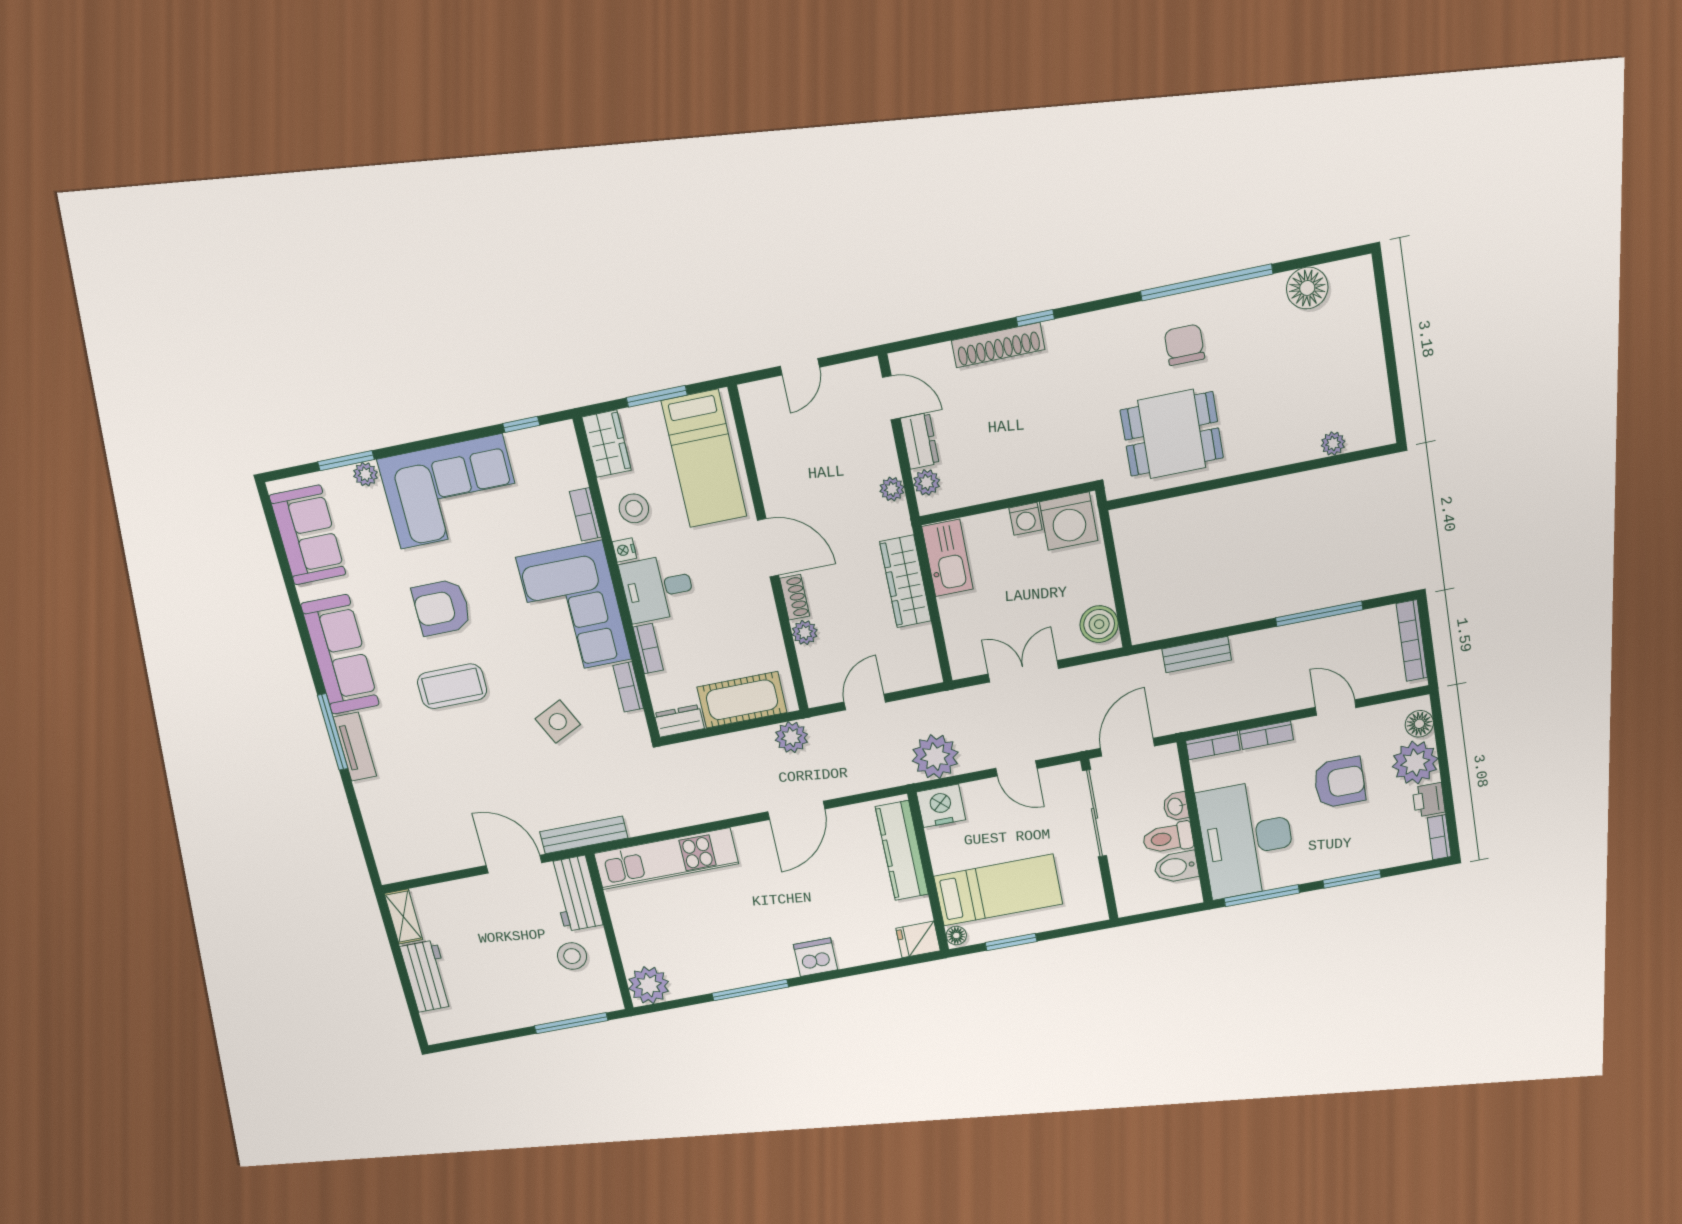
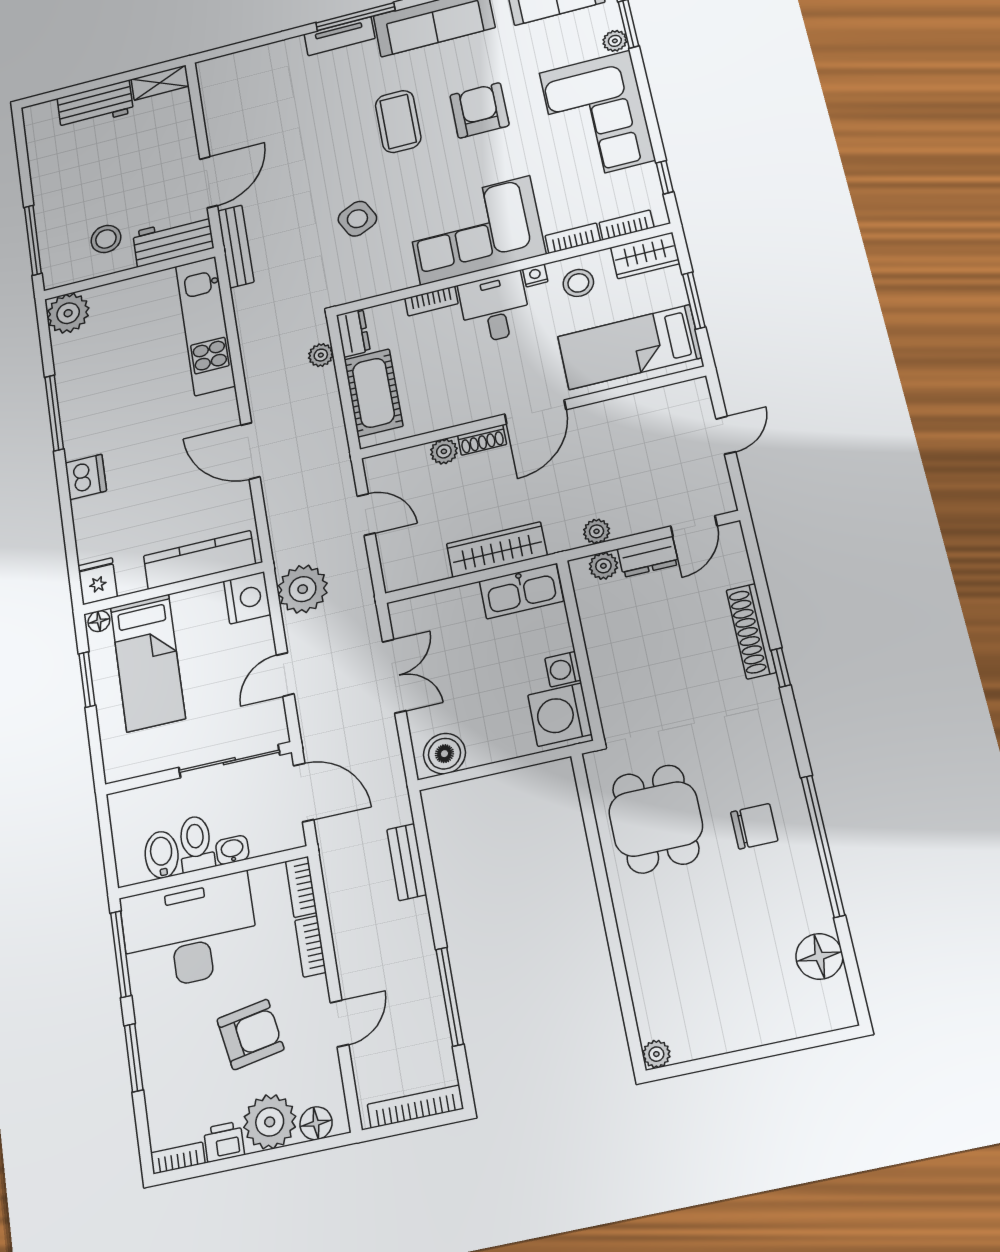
door: (800, 367) -> (726, 435), swing flipped
plant: (1333, 444) -> (656, 1054), moved
bookcase: (628, 687) -> (626, 225), moved
plant: (791, 737) -> (321, 355), moved, width x0.73, depth x0.73
armchair: (1339, 782) -> (250, 1034), turned -100

